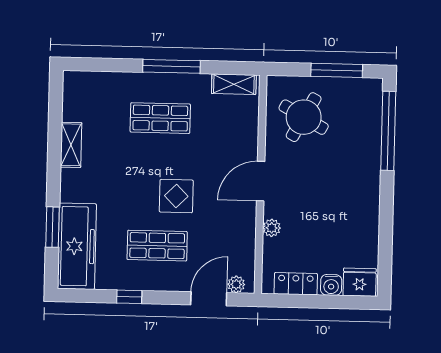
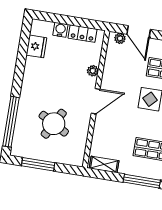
round table: (304, 117) -> (54, 124), moved
fridge: (360, 282) -> (36, 46), moved, turned -90
door: (209, 299) -> (139, 32), hinge flipped

